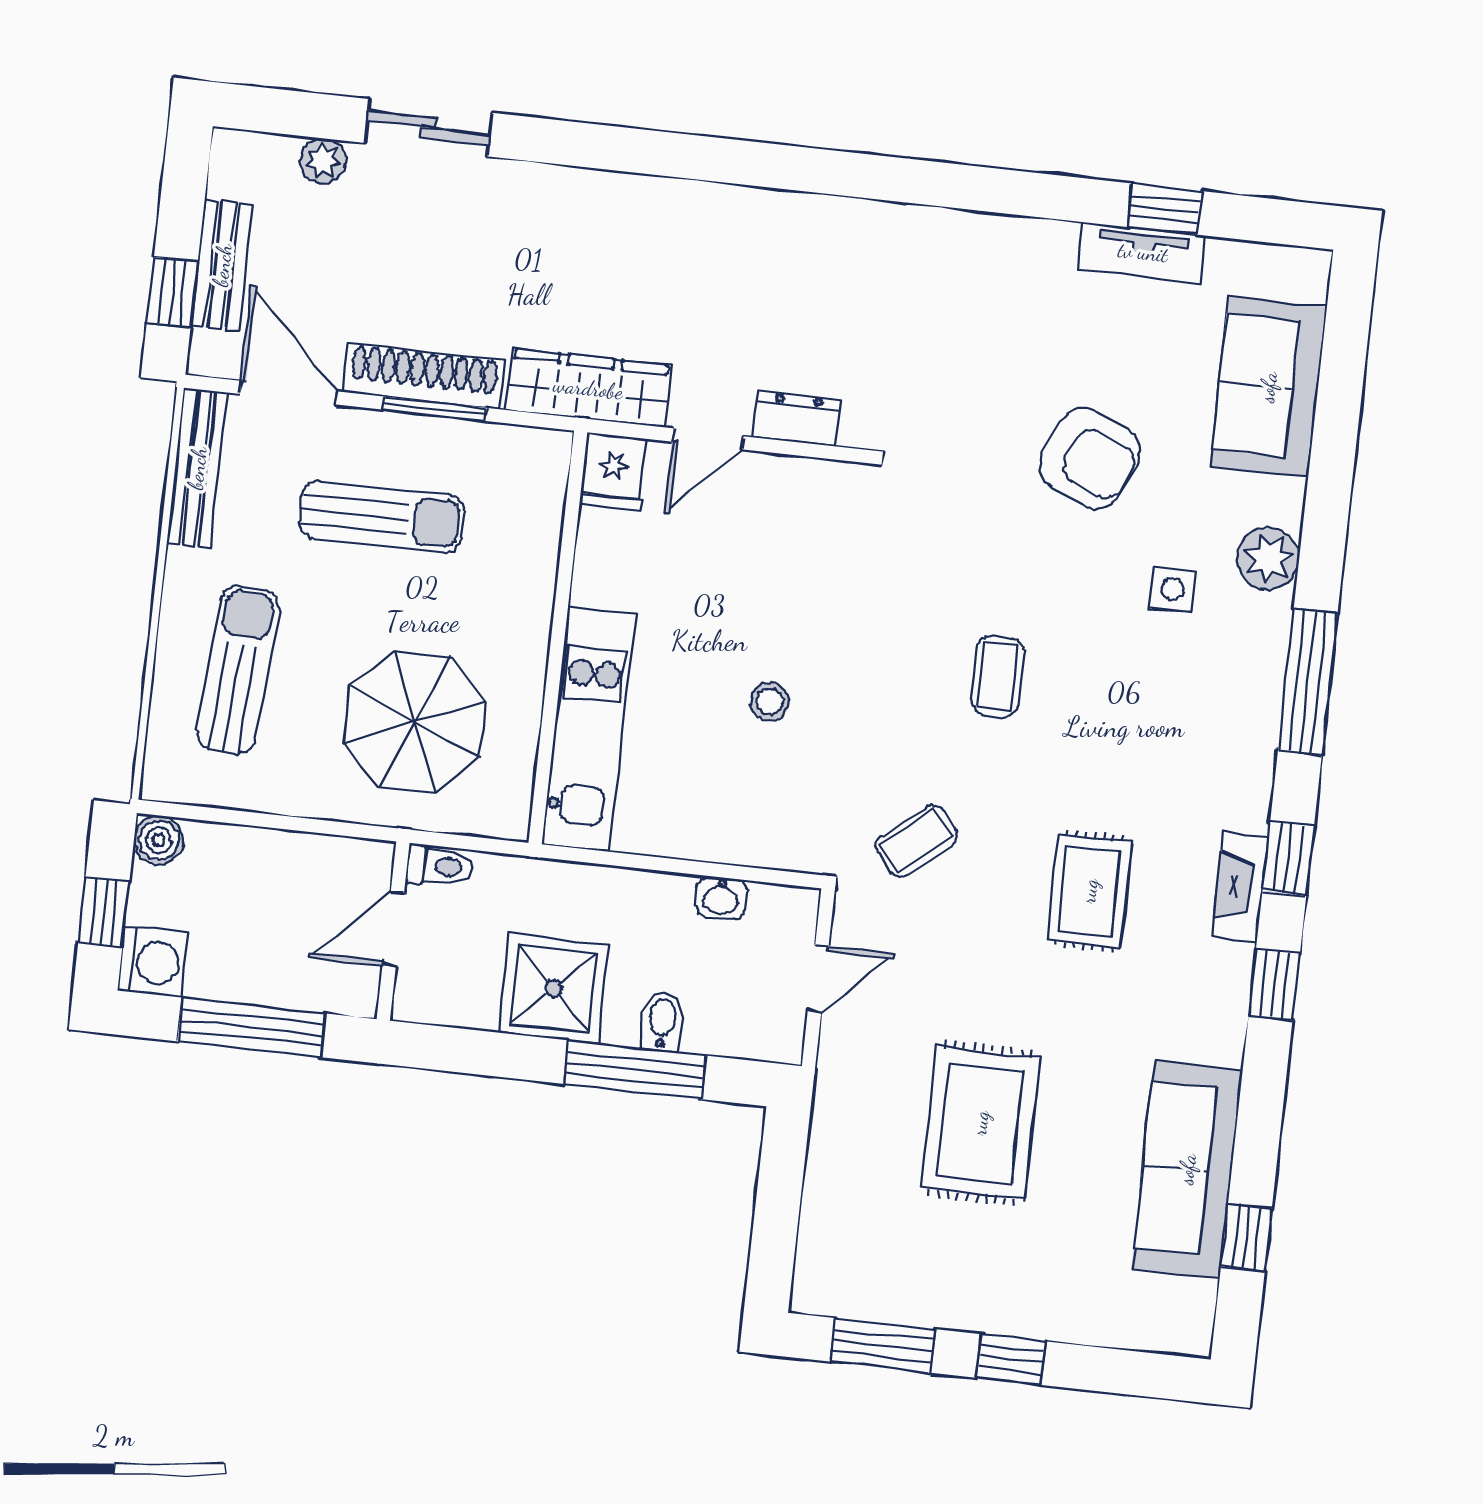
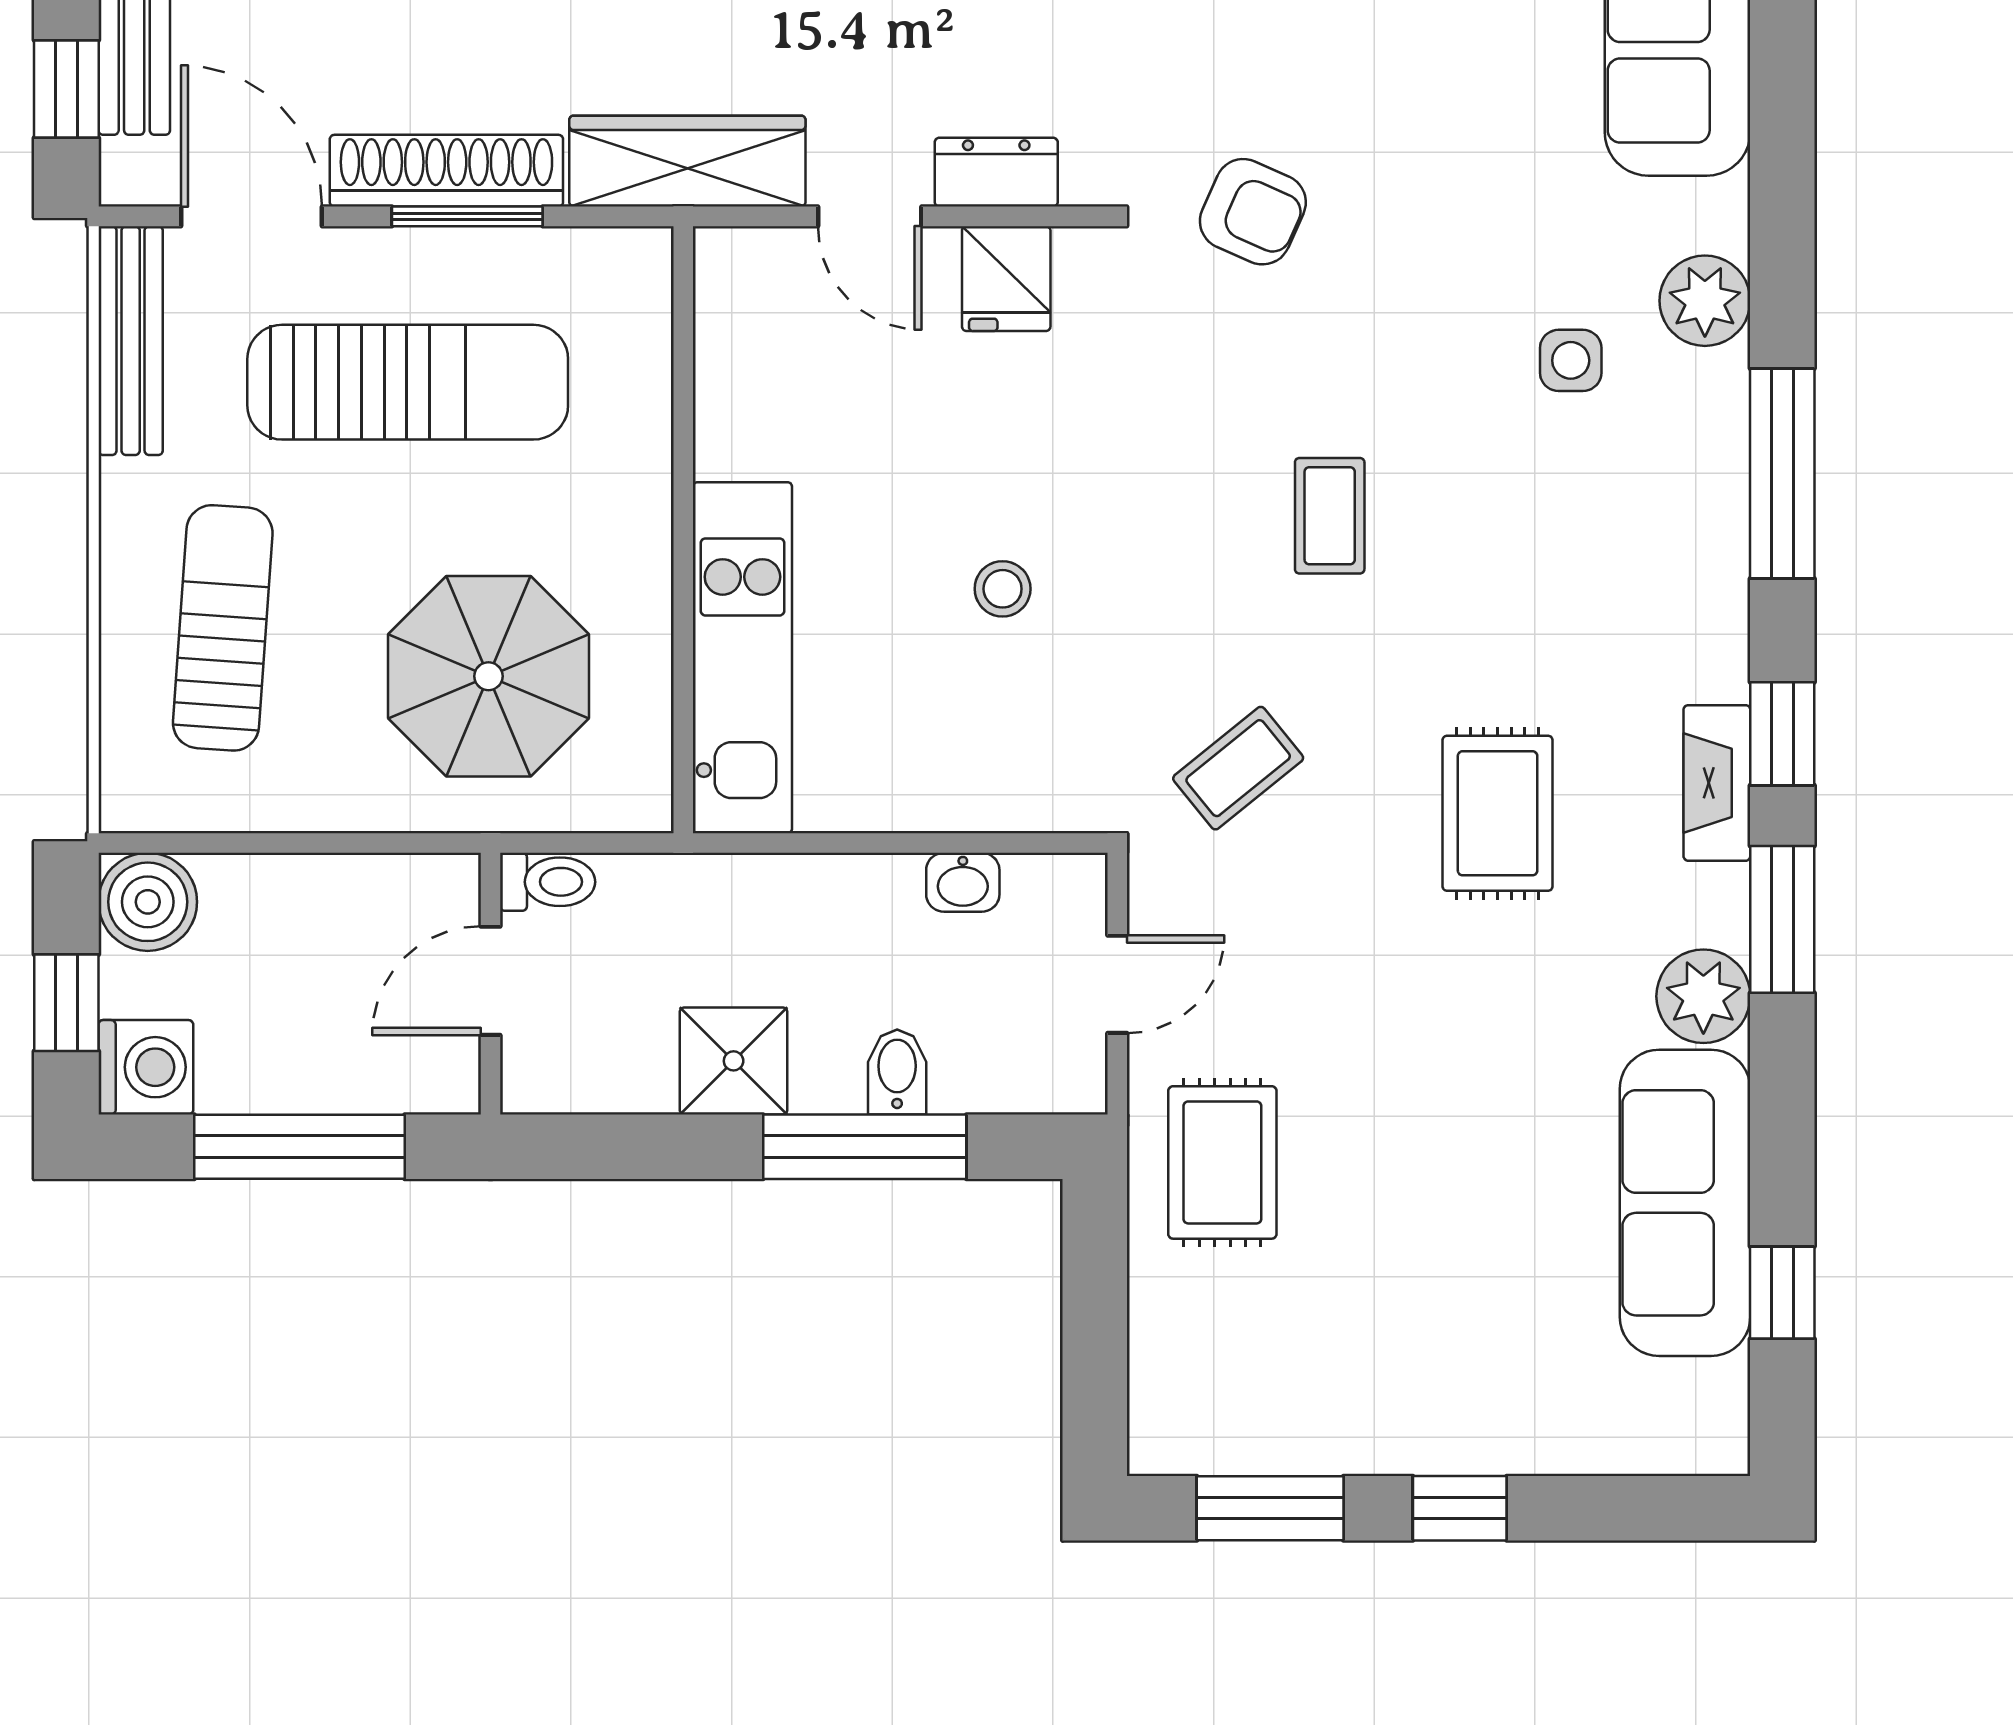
door: (708, 439) -> (870, 216), hinge flipped
armchair: (1090, 459) -> (1253, 212), moved, width x0.72, depth x0.72
fridge: (613, 471) -> (1006, 279), moved
sun lounger: (382, 517) -> (408, 382), width x1.36, depth x1.34
boiler: (159, 840) -> (148, 902), width x1.36, depth x1.36
window: (1274, 984) -> (1782, 919), width x1.50
shower: (554, 989) -> (734, 1061), width x0.73, depth x0.73
plant: (1215, 1031) -> (1703, 996), added
rug: (980, 1123) -> (1222, 1162), moved, width x0.73, depth x0.70

